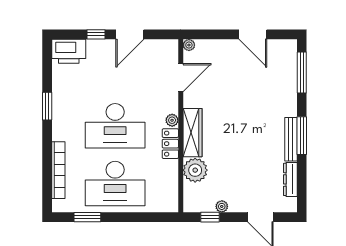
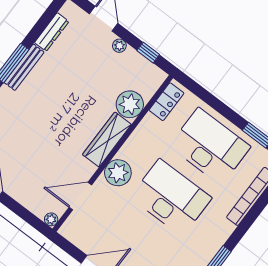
plant: (172, 120) -> (118, 173), width x1.88, depth x1.88
locker: (170, 144) -> (166, 102), moved
plant: (222, 206) -> (119, 46), moved

